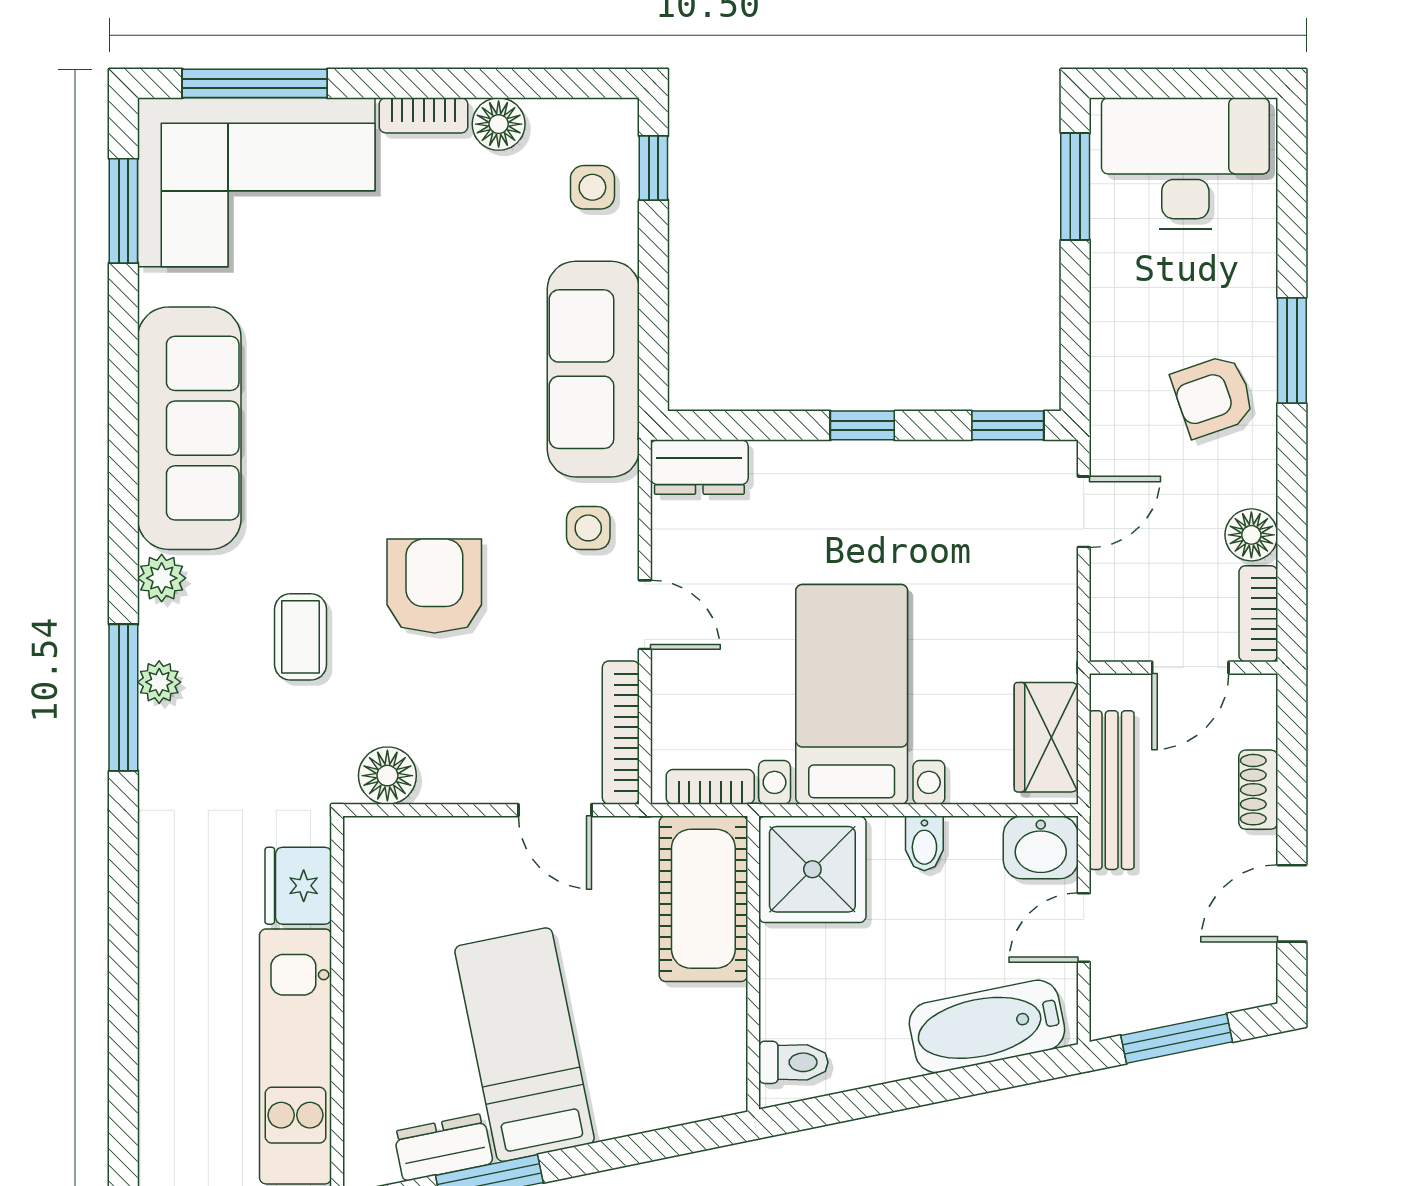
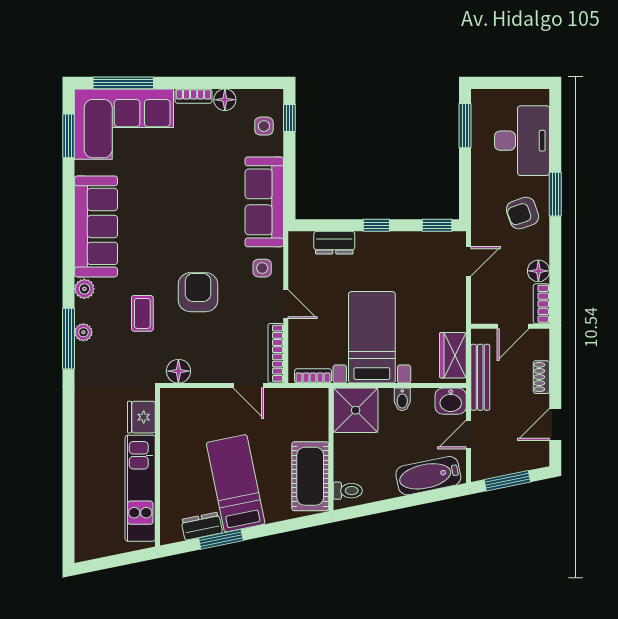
desk: (1185, 164) -> (522, 141), moved, turned 90
dresser: (699, 467) -> (334, 243), moved
cot: (703, 899) -> (310, 476), moved

